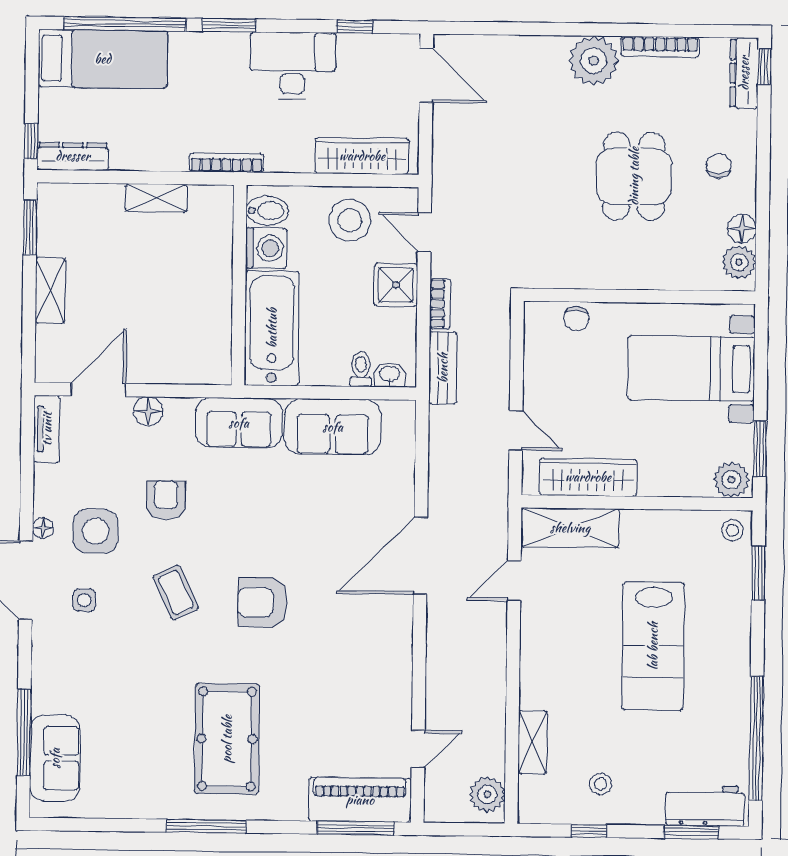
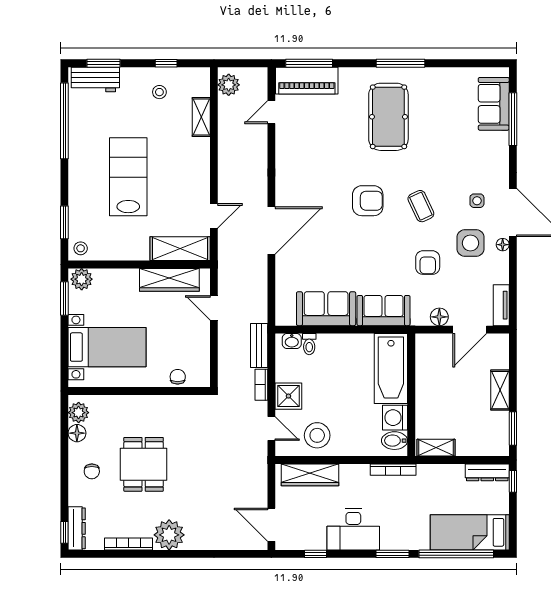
bidet: (267, 211) -> (395, 441), moved
washing machine: (266, 248) -> (395, 418), moved
wall: (239, 285) -> (411, 395), moved
bathtub: (272, 328) -> (391, 369), moved

